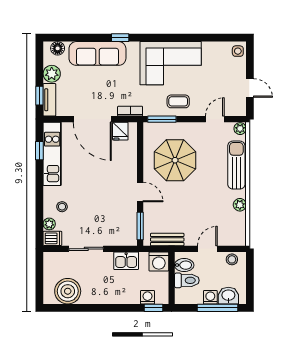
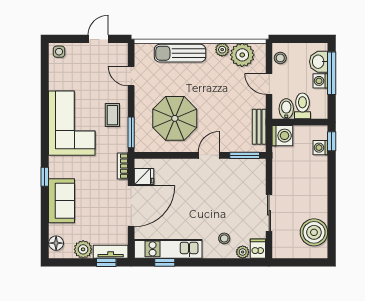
sofa: (97, 53) -> (62, 201), width x0.73
plant: (240, 129) -> (242, 55), moved, width x1.87, depth x1.87
kitchen sink: (126, 261) -> (282, 170), removed

